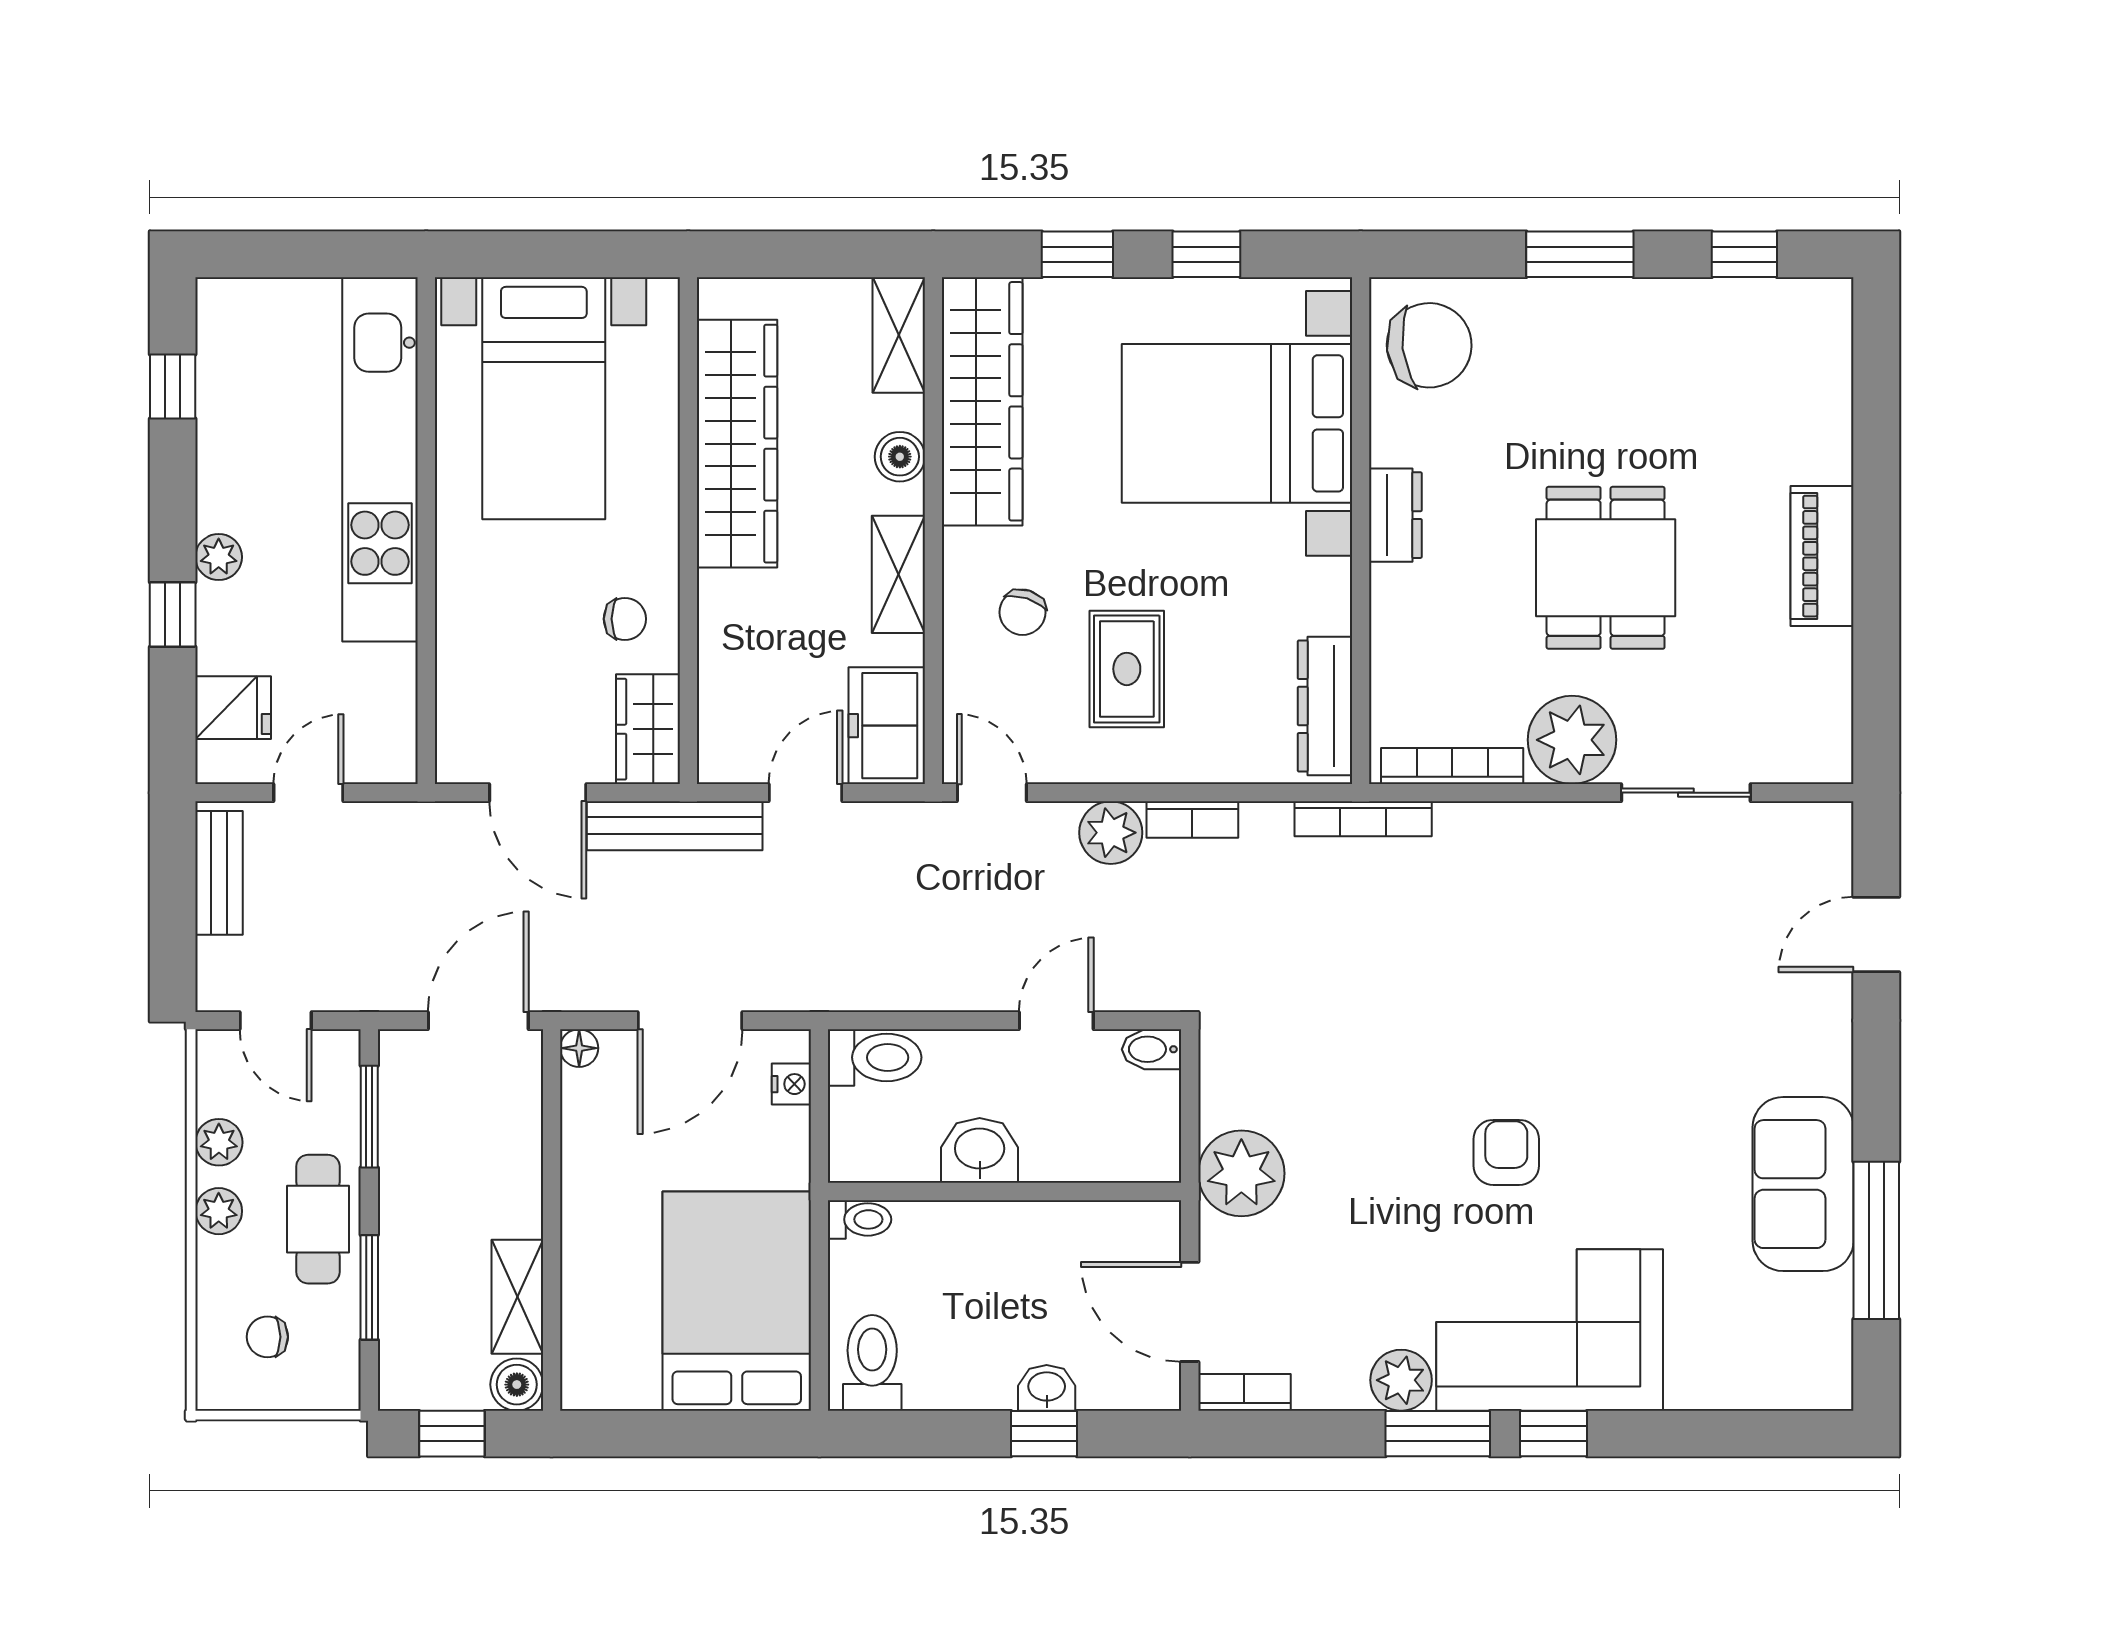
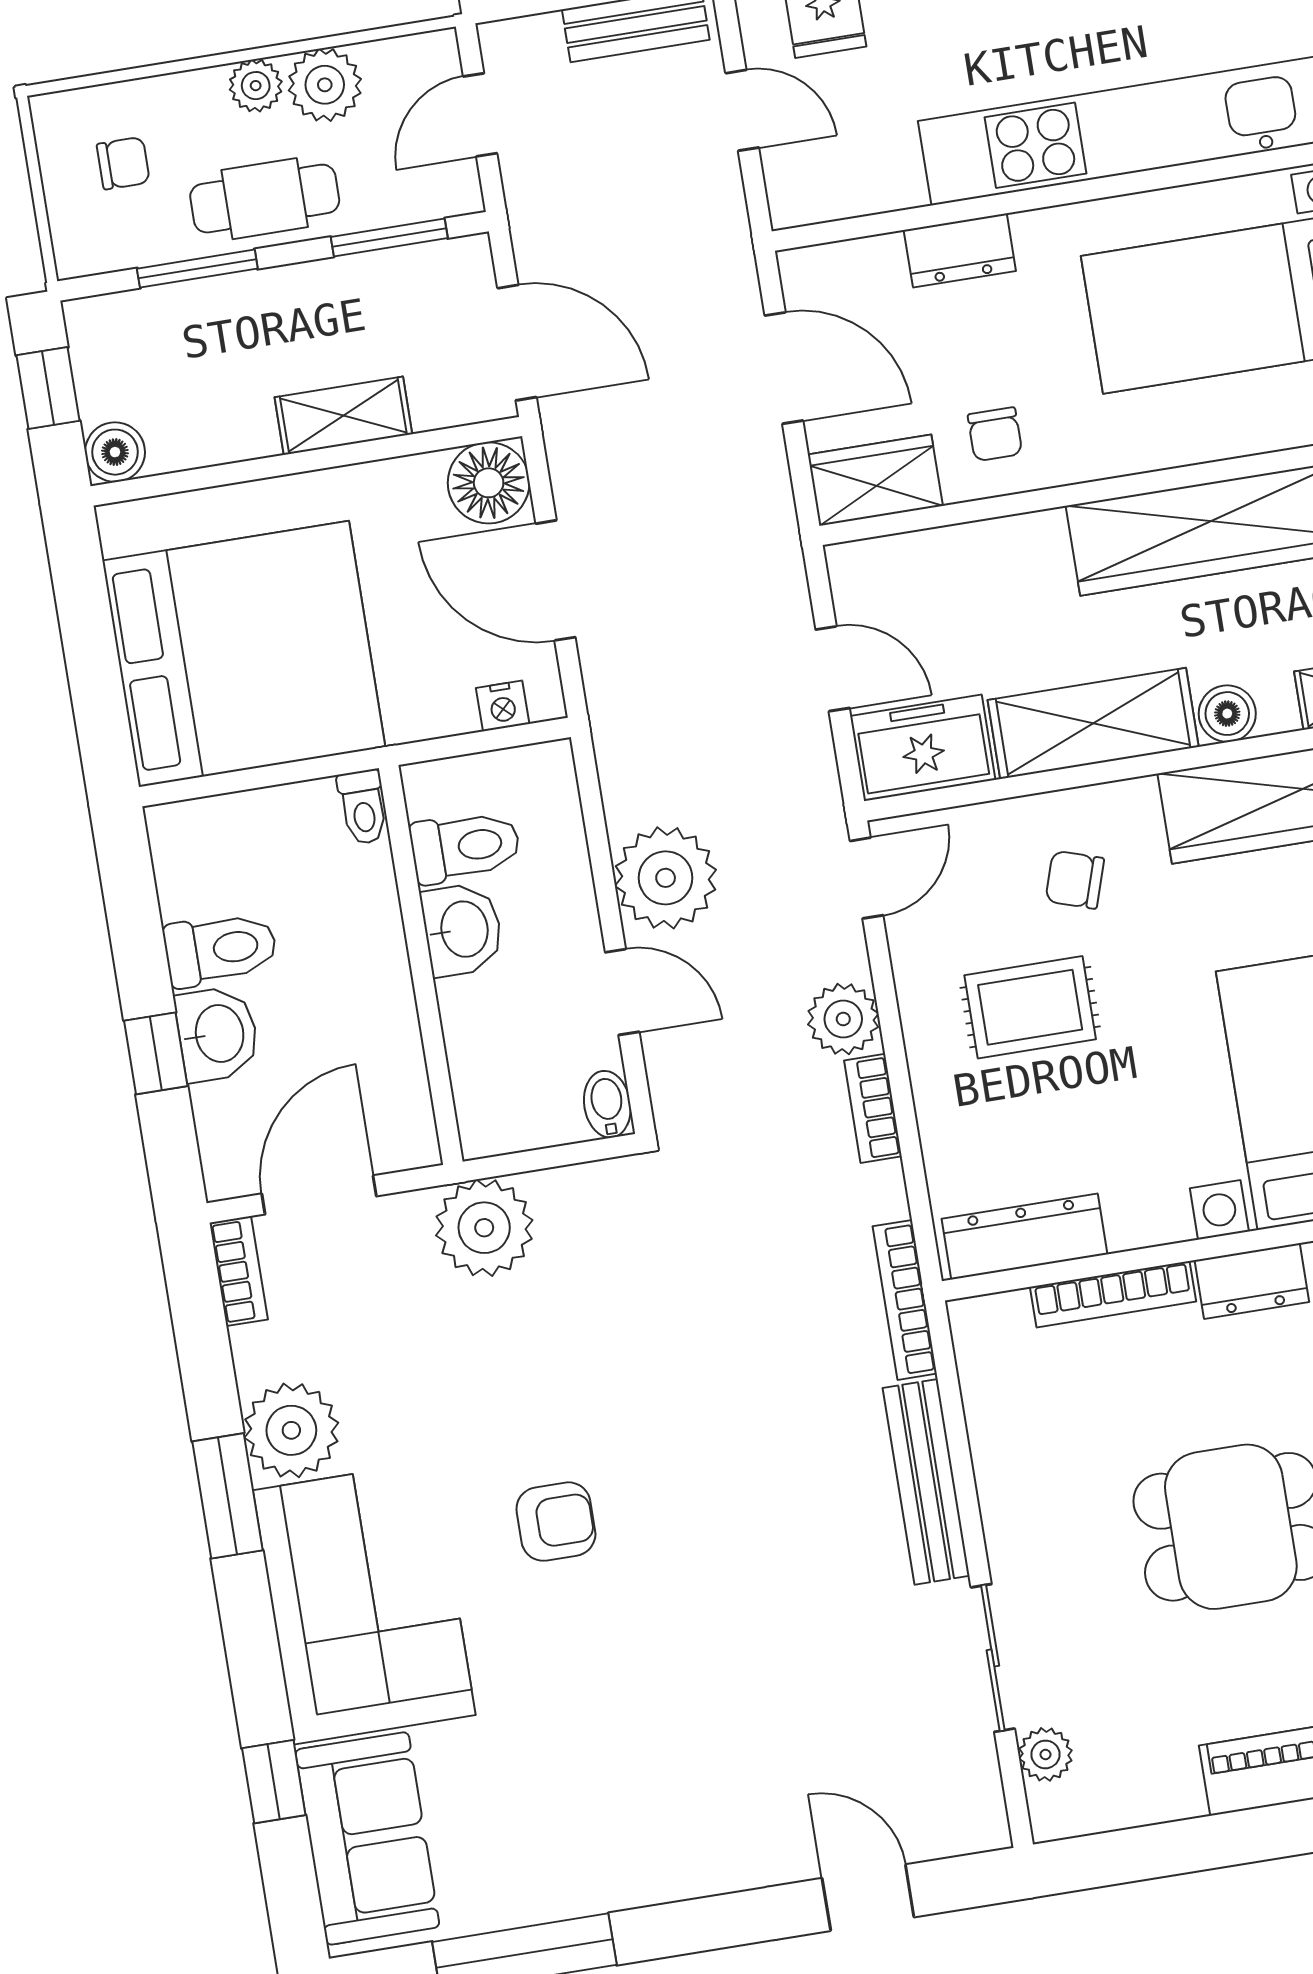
shelving: (898, 574) -> (1093, 723), width x1.50, depth x1.33
dresser: (461, 624) -> (960, 250), added
plant: (1572, 740) -> (1046, 1754), moved, width x0.53, depth x0.53
bookcase: (1452, 766) -> (1113, 1294), moved, turned 90
door: (538, 793) -> (784, 368), swing flipped
bench: (675, 826) -> (926, 1482), moved
plant: (963, 967) -> (666, 878), added
floor lamp: (579, 1048) -> (489, 483), width x1.89, depth x1.89
toilet: (875, 1057) -> (465, 847), moved, turned -90
plant: (219, 1142) -> (325, 85), width x1.38, depth x1.38
sofa: (1803, 1184) -> (367, 1838), moved, turned 90
shelving: (517, 1297) -> (343, 416), moved
bed: (737, 1301) -> (244, 654), width x1.36
chair: (267, 1337) -> (123, 163), turned 90
toilet: (872, 1363) -> (220, 949), moved
plant: (1401, 1380) -> (291, 1430), width x1.36, depth x1.36
washbasin: (1047, 1388) -> (217, 1034), width x1.38, depth x1.45
window: (1554, 1434) -> (274, 1782), moved

